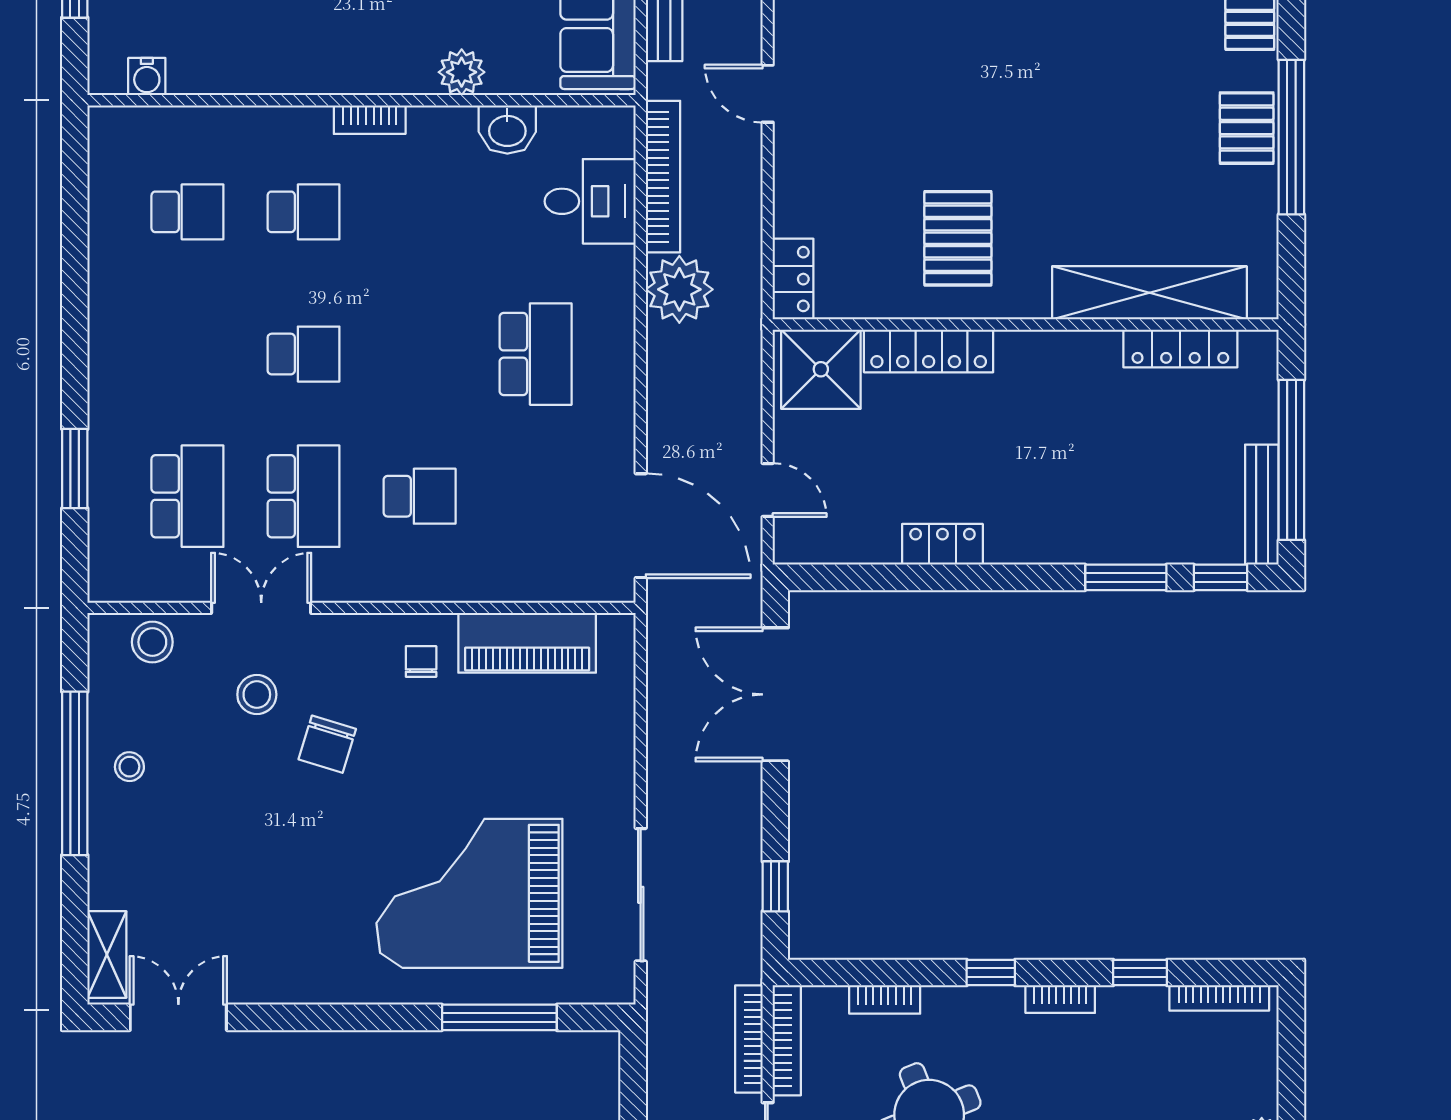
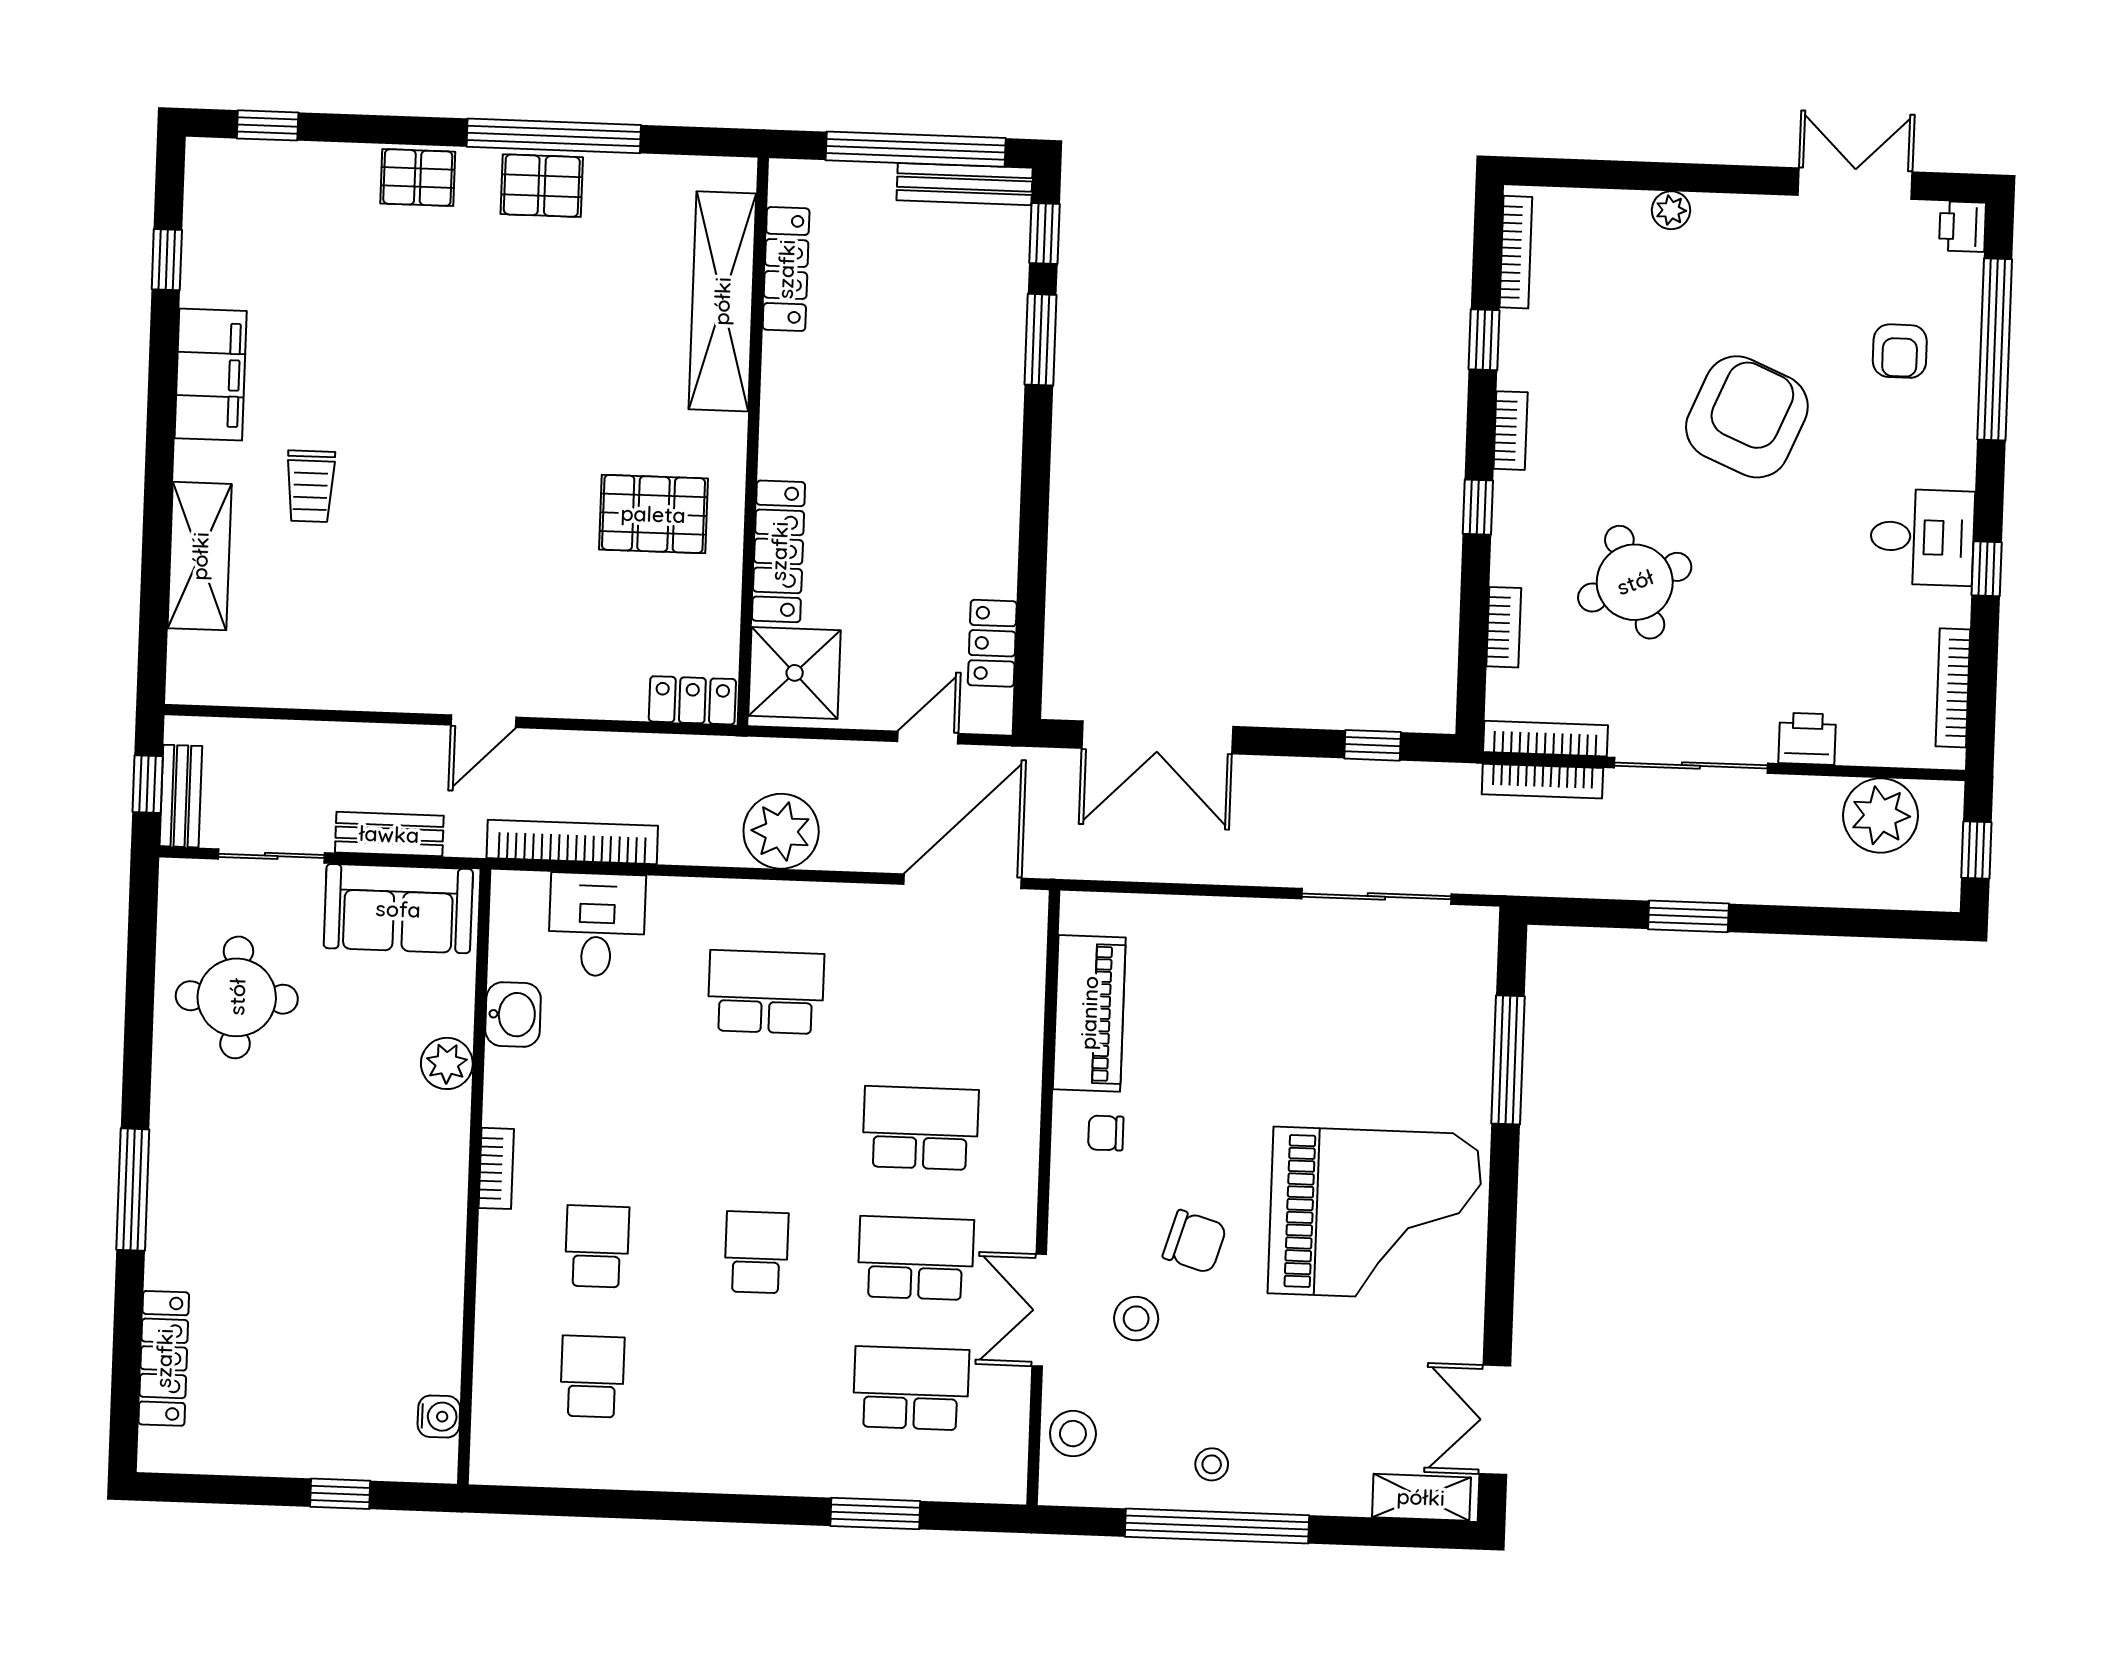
plant: (679, 289) -> (781, 831), moved
school desk: (420, 496) -> (920, 1128), width x1.85
locker: (942, 544) -> (992, 643), moved
grand piano: (469, 893) -> (1375, 1214), moved, turned -90

